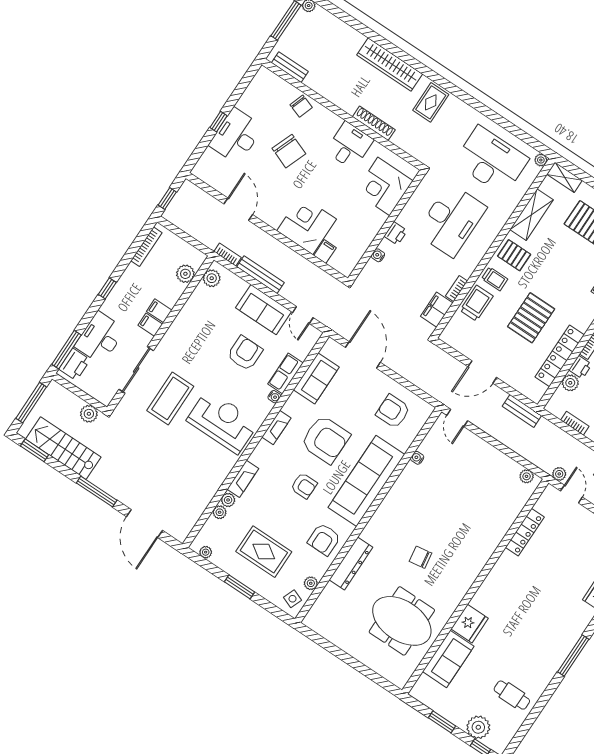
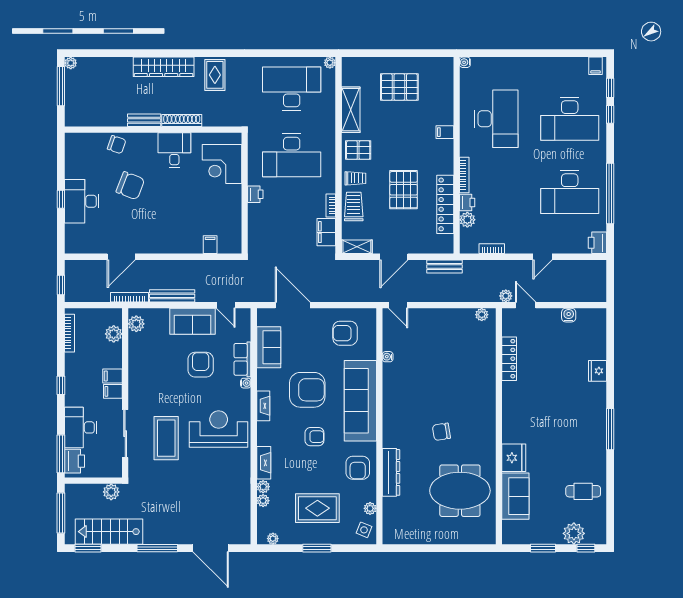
bench: (290, 67) -> (144, 120), moved
shelving: (564, 177) -> (357, 247), moved
door: (238, 209) -> (121, 257), swing flipped
desk: (451, 220) -> (292, 155), turned 90
corner desk: (307, 225) -> (182, 234), removed
bookcase: (228, 255) -> (129, 297), width x1.56
water cooler: (378, 255) -> (253, 220), removed

